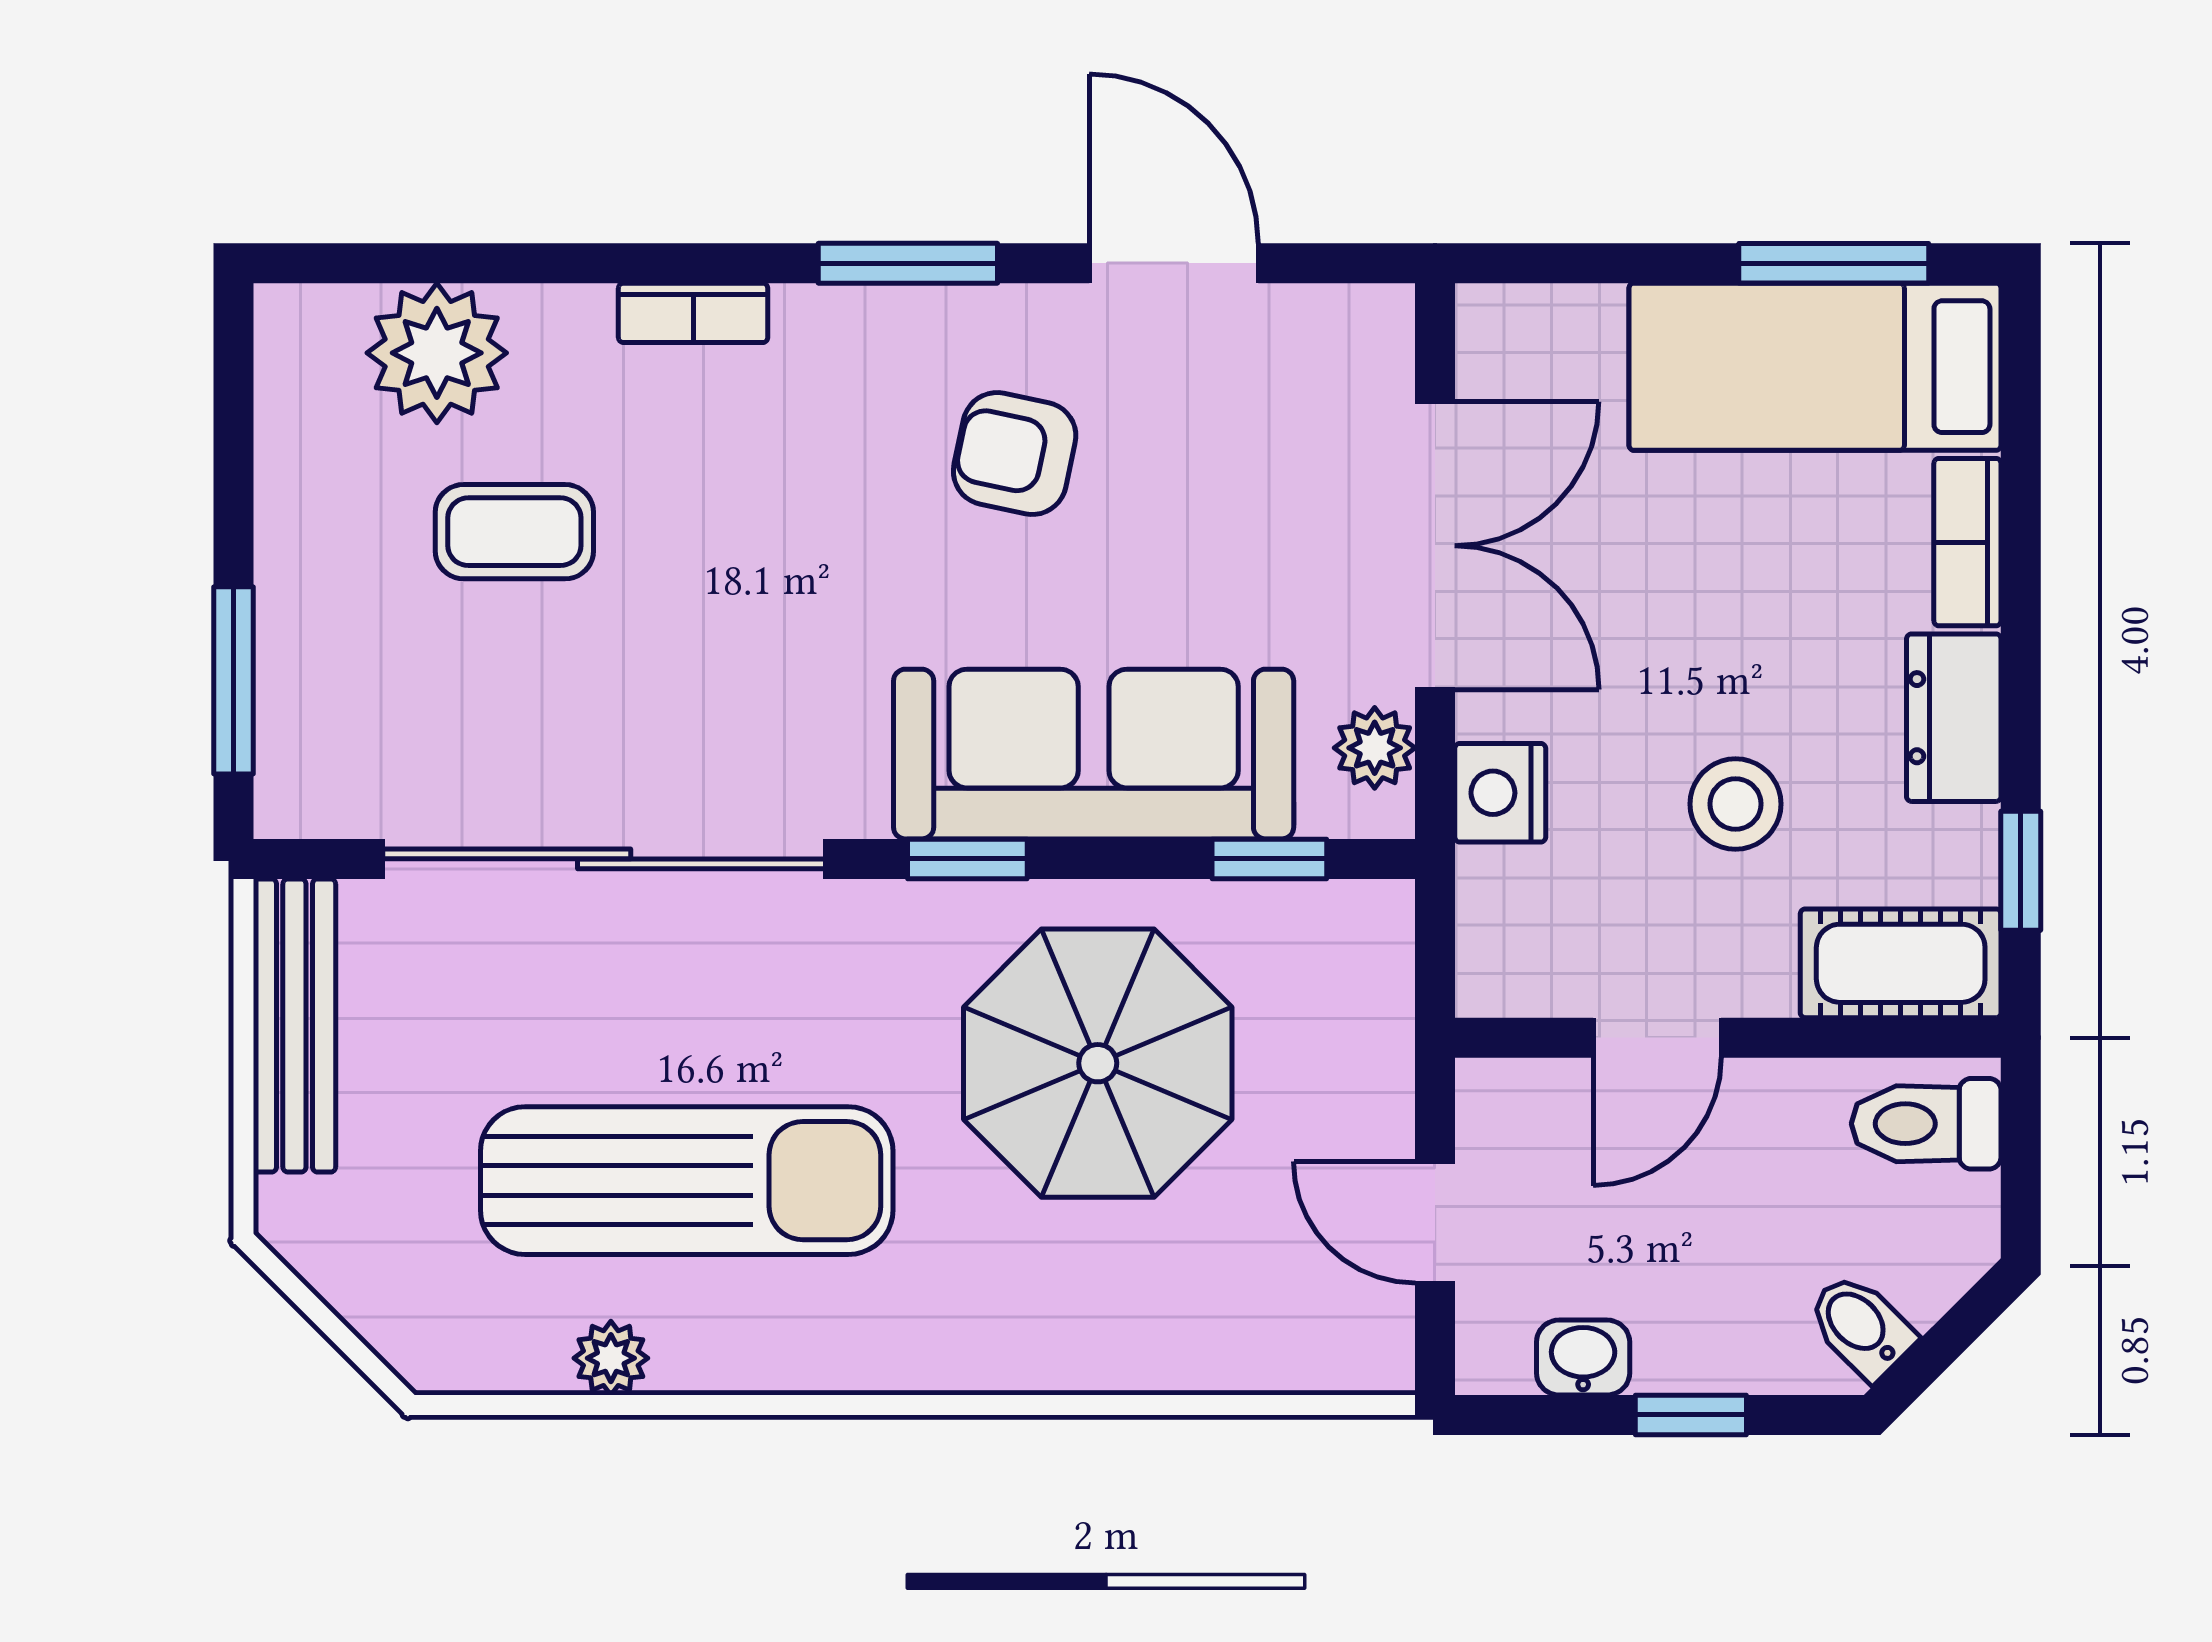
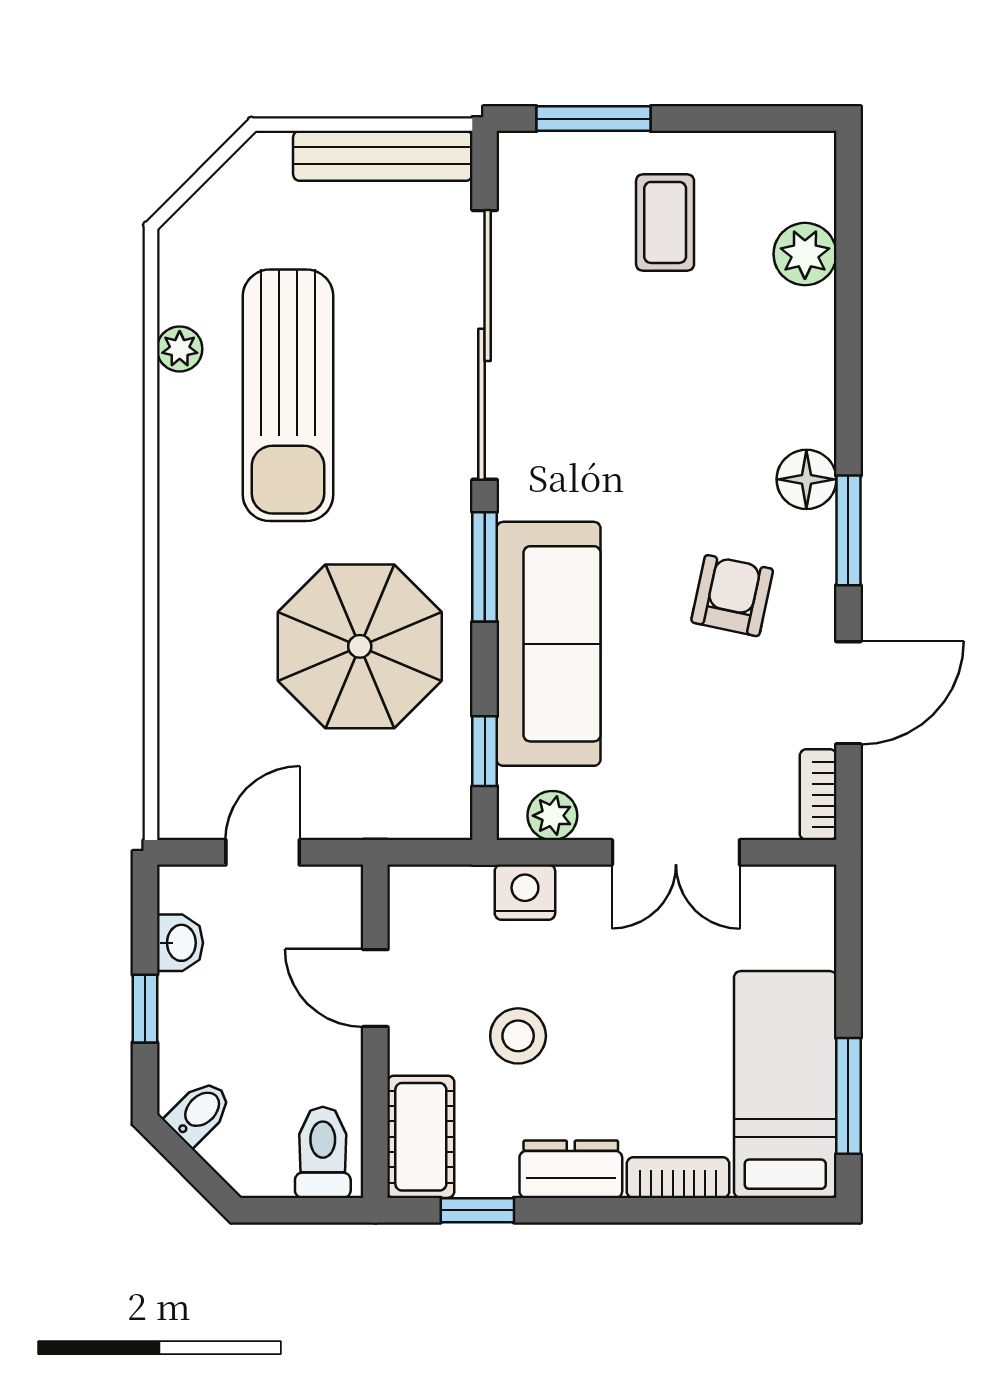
bookcase: (693, 313) -> (818, 795), moved
floor lamp: (824, 332) -> (806, 479), added
plant: (437, 353) -> (805, 254), width x0.73, depth x0.73
coffee table: (514, 532) -> (665, 222), moved
double door: (1435, 546) -> (676, 852), width x0.73
window: (967, 859) -> (485, 567), width x1.50

